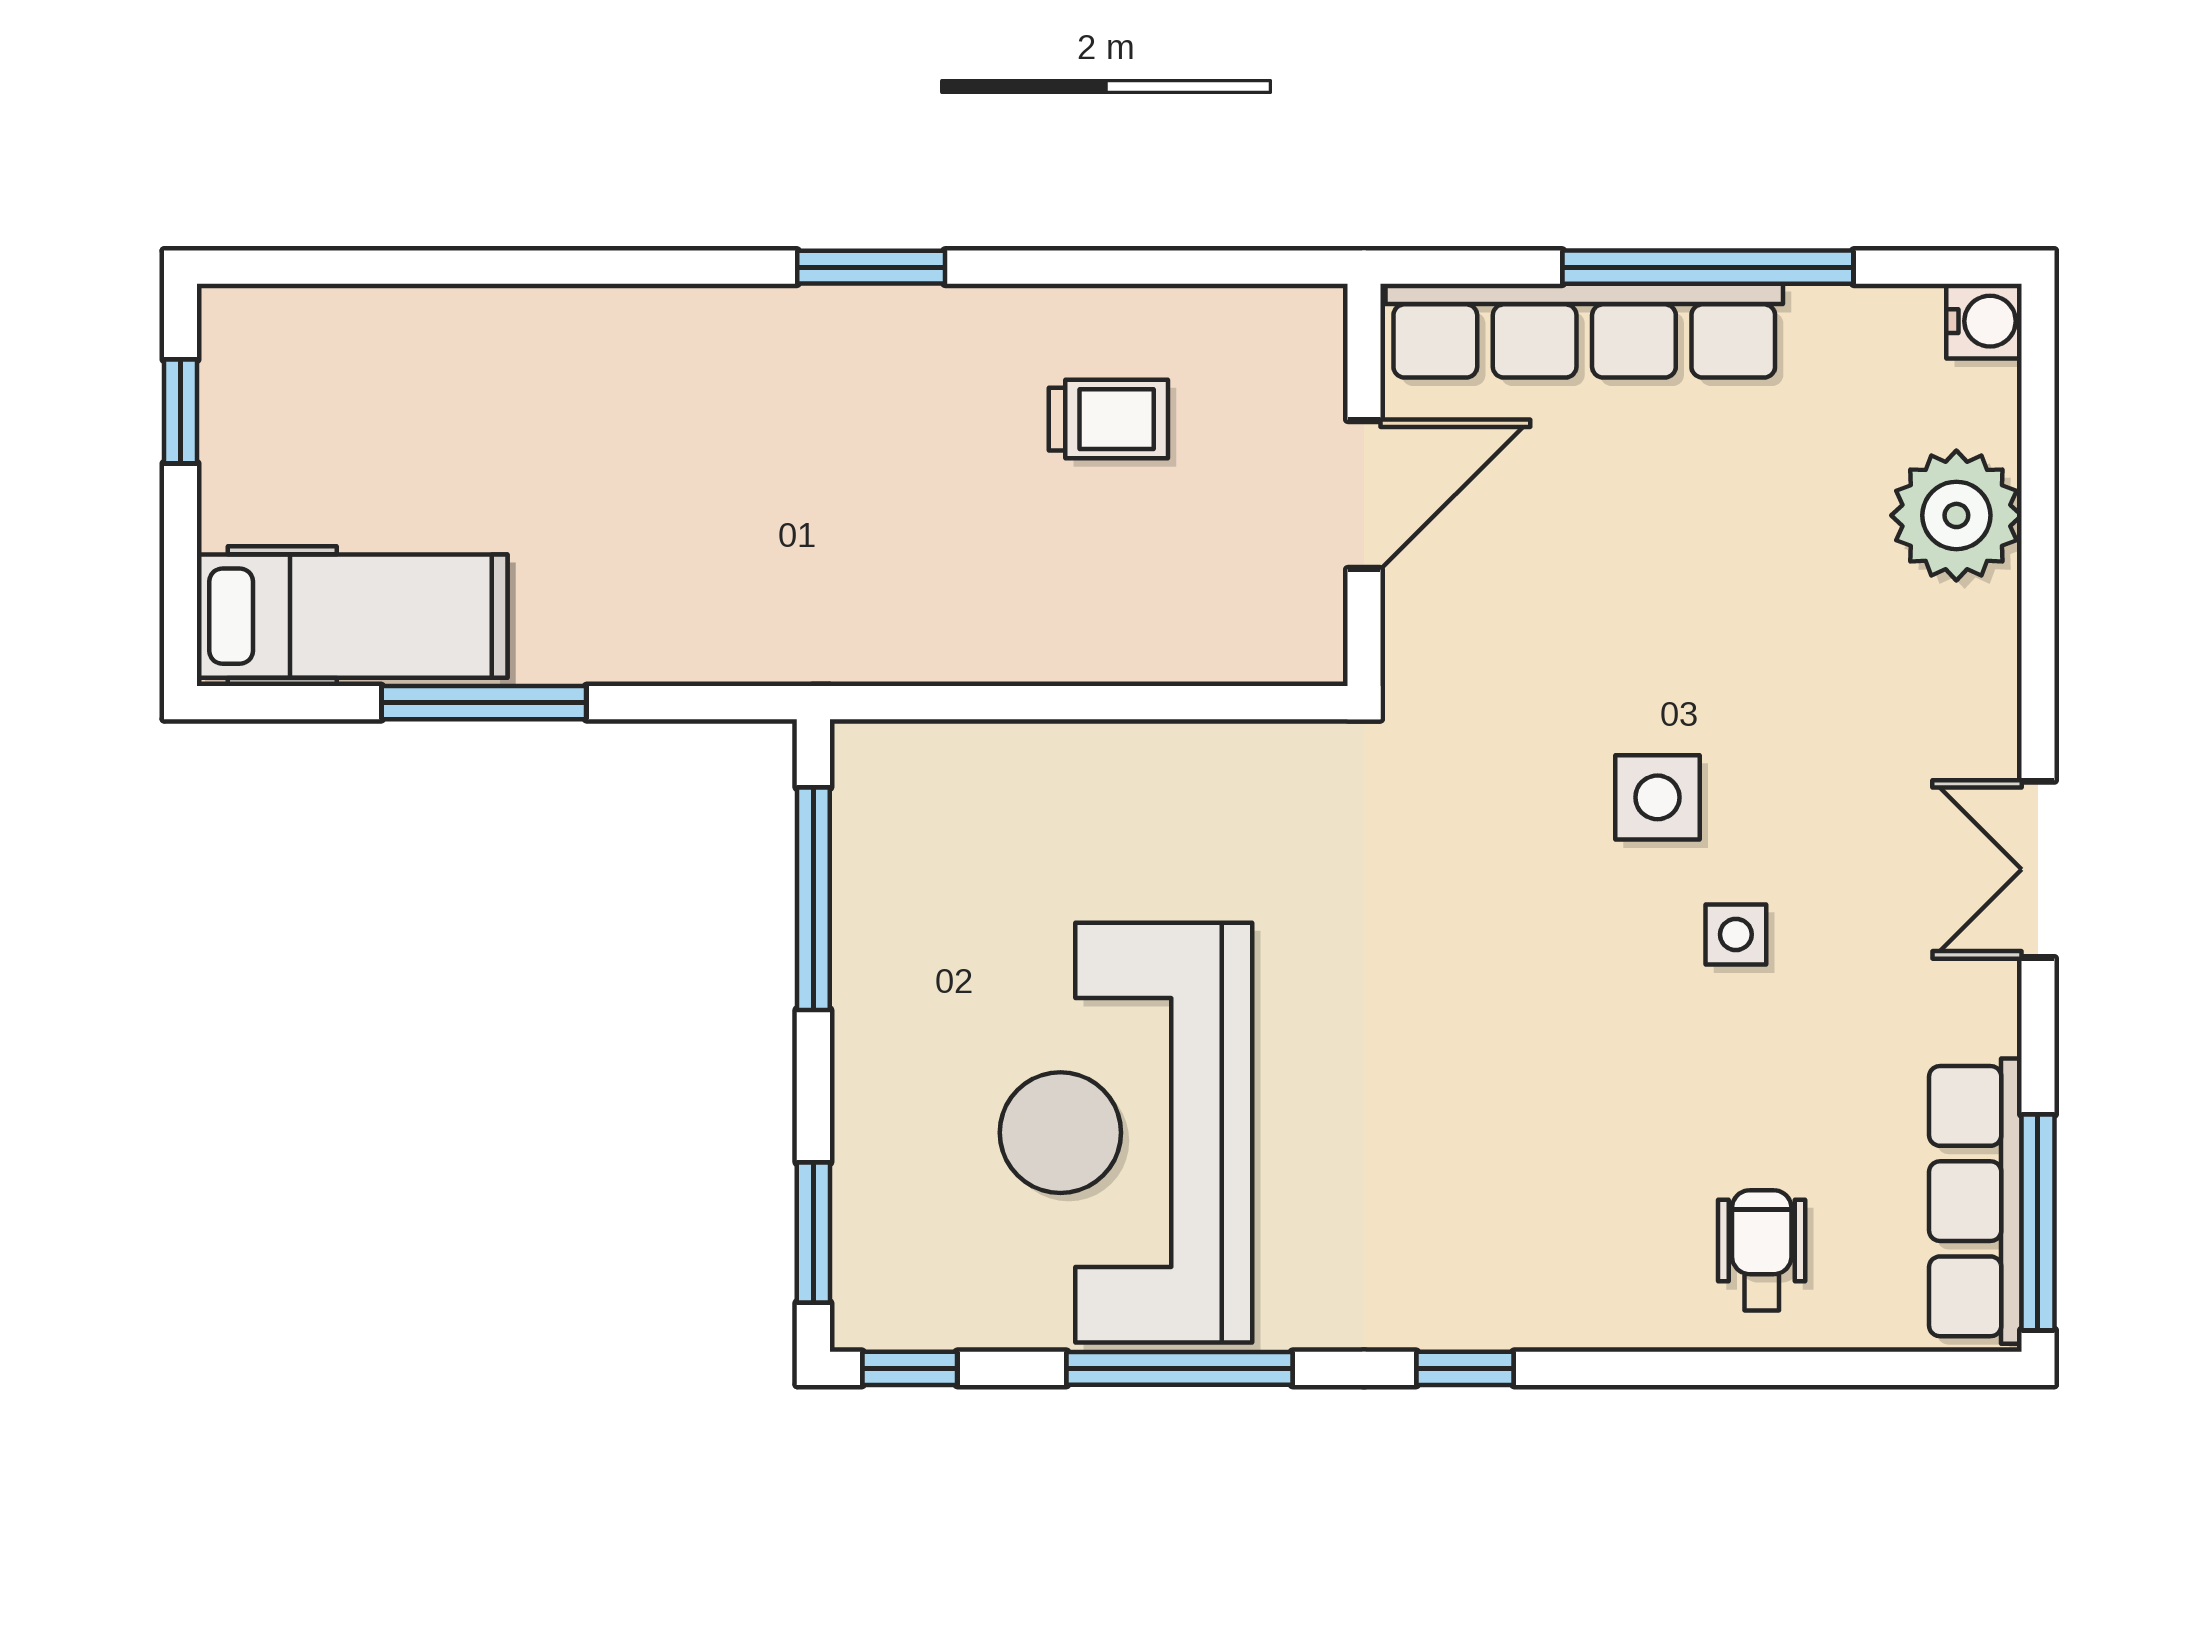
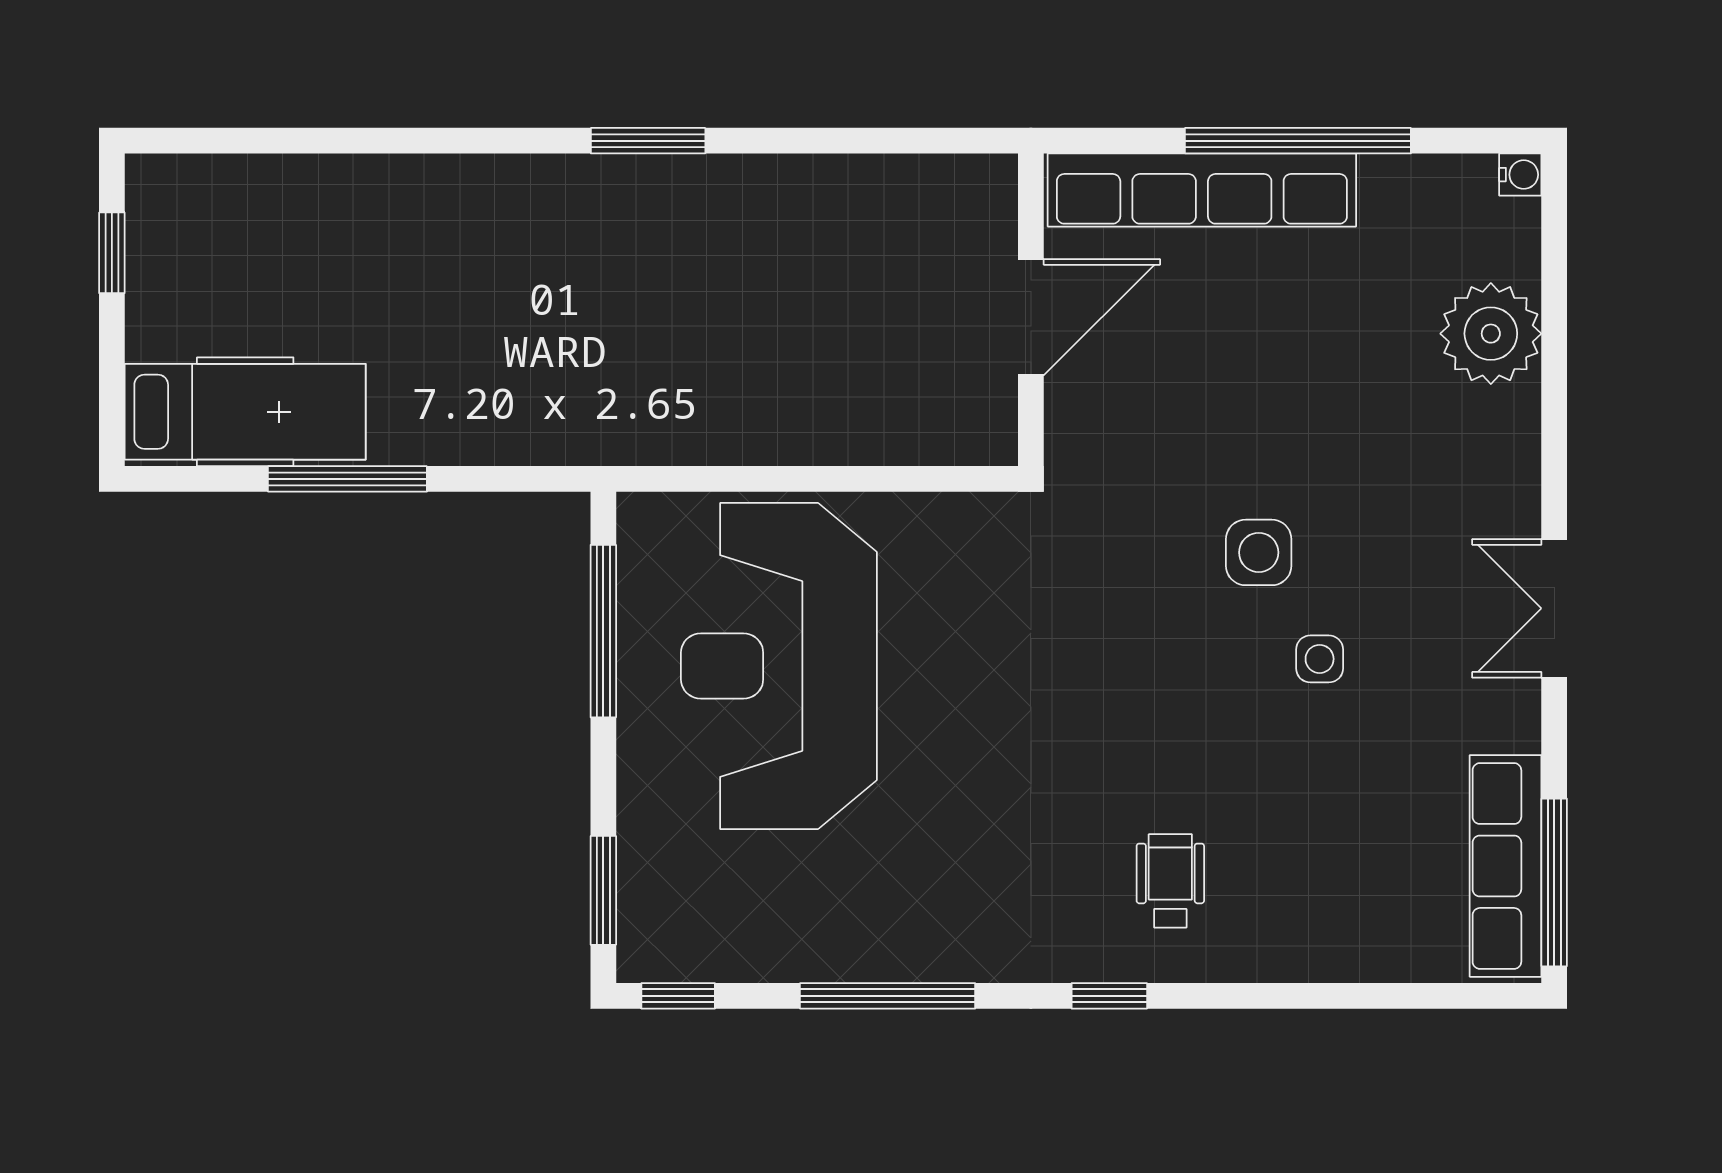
water cooler: (1984, 321) -> (1520, 175), width x0.72, depth x0.72
trolley: (1108, 419) -> (832, 259), removed
reception desk: (1126, 1133) -> (779, 666), moved
wheelchair: (1762, 1250) -> (1170, 881), moved

